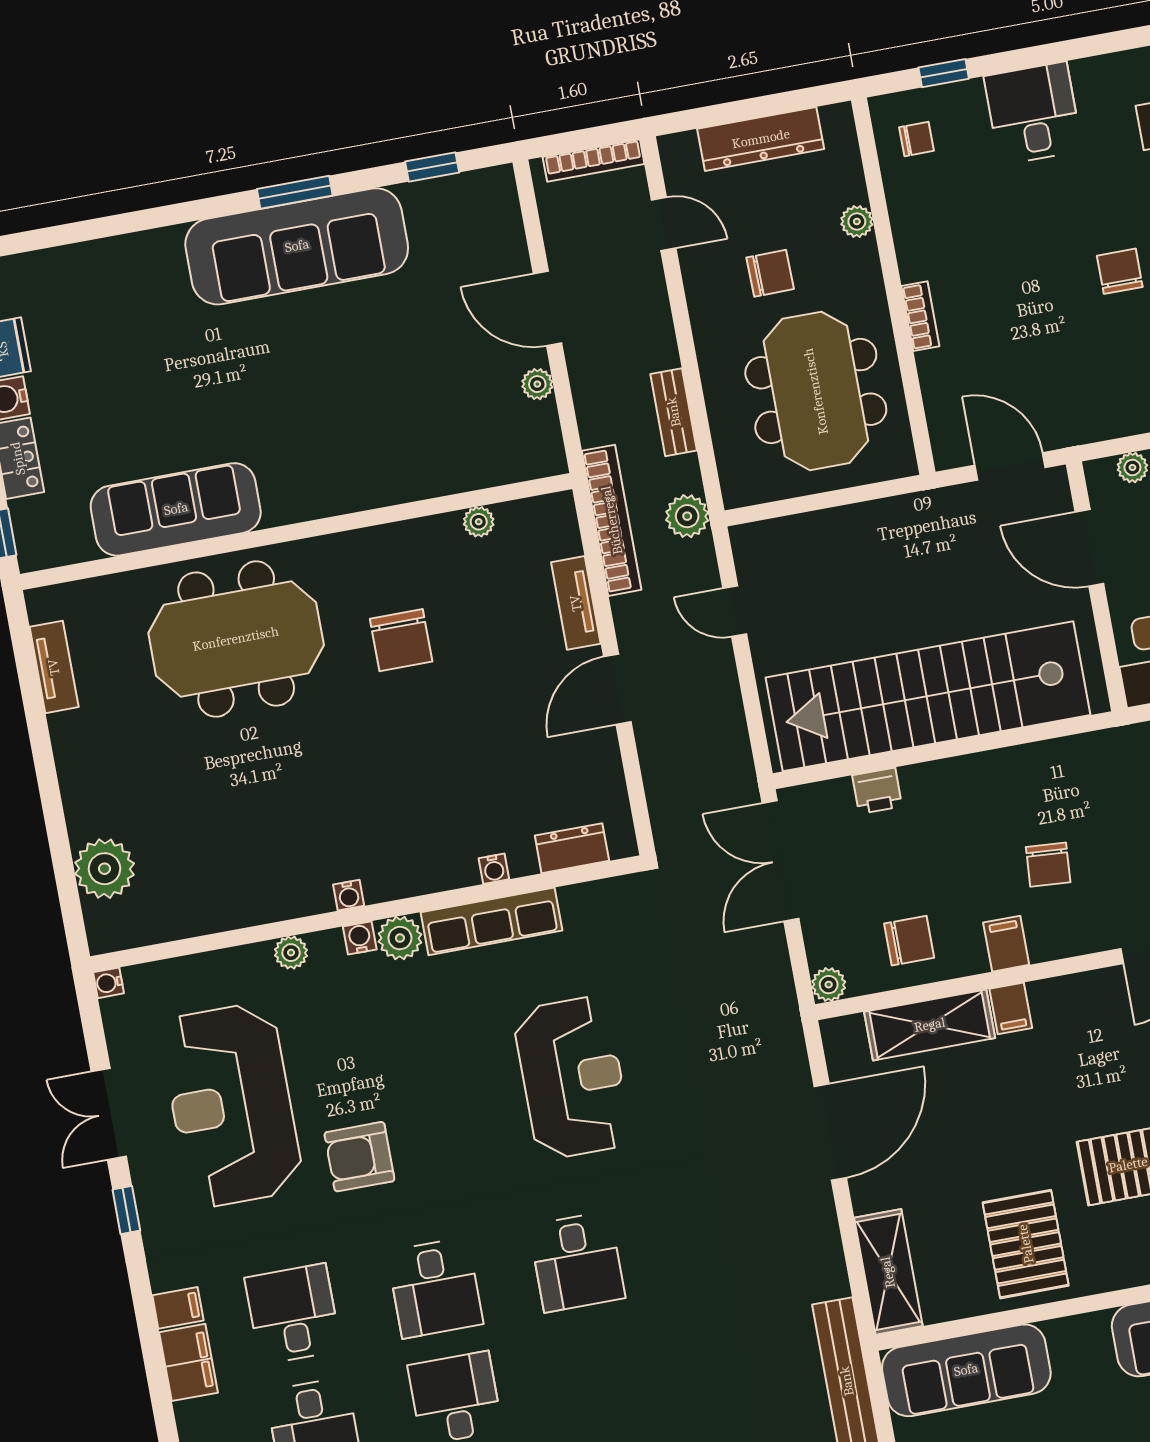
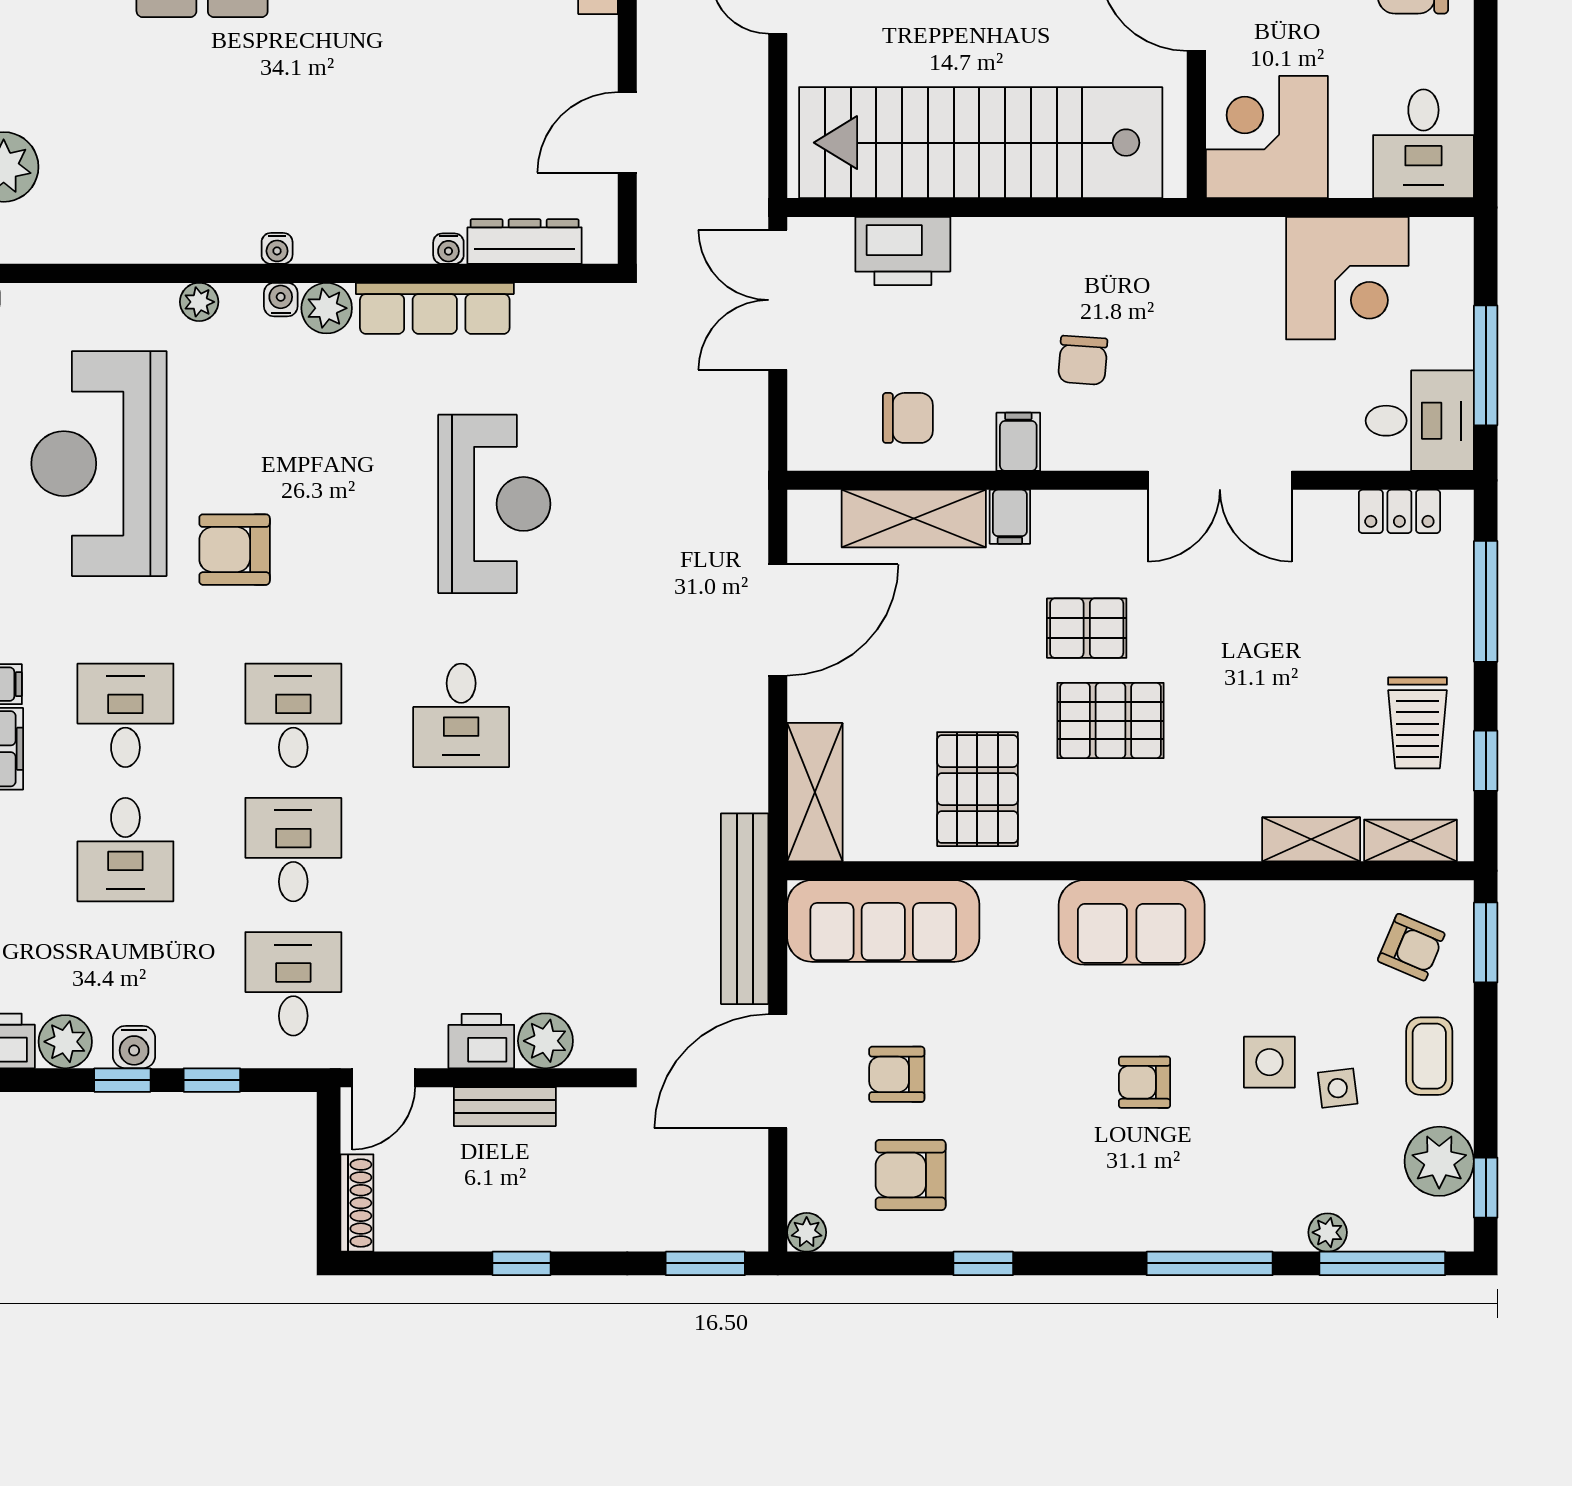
door: (617, 689) -> (627, 132), moved
printer: (877, 791) -> (903, 251), width x1.87, depth x1.48
dresser: (572, 848) -> (525, 242), width x1.44
plant: (829, 985) -> (807, 451), removed
pallet: (1093, 1091) -> (1087, 628), added
desk: (435, 1288) -> (293, 715), turned 180

